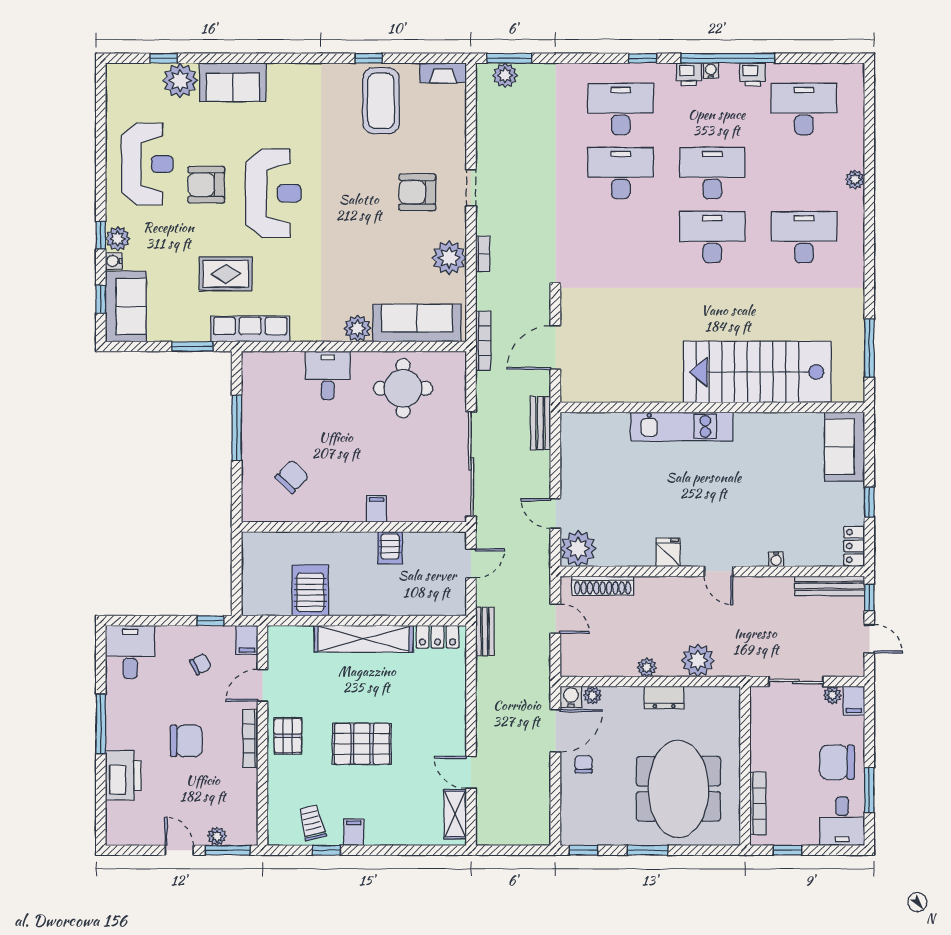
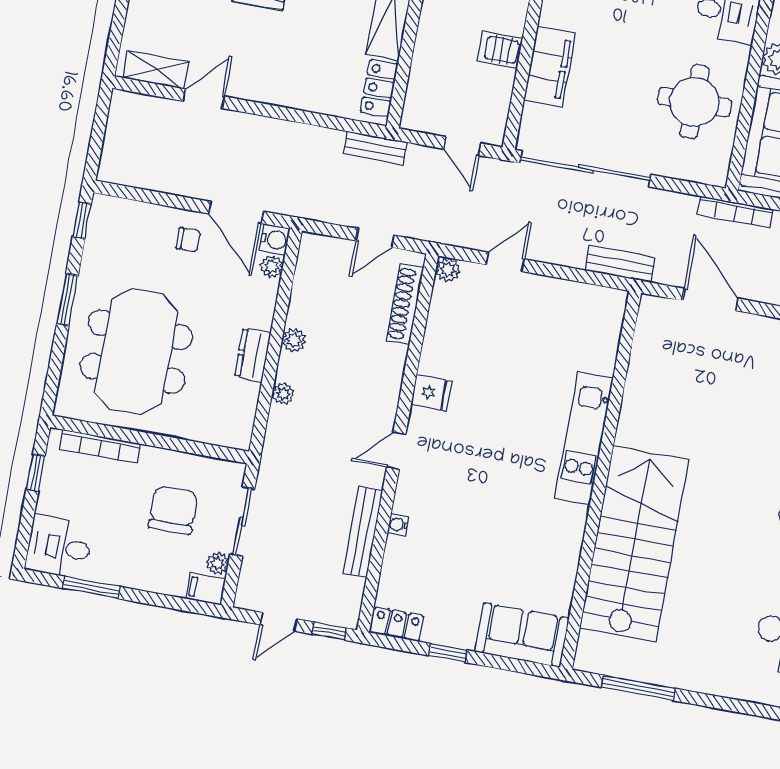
filing cabinet: (376, 509) -> (549, 67), width x3.00, depth x1.17
plant: (578, 549) -> (448, 270), width x0.53, depth x0.53
bench: (830, 586) -> (363, 532), moved
plant: (698, 660) -> (283, 394), width x0.53, depth x0.53
chair: (837, 762) -> (173, 510), moved
meeting table: (678, 789) -> (136, 352), turned 90

